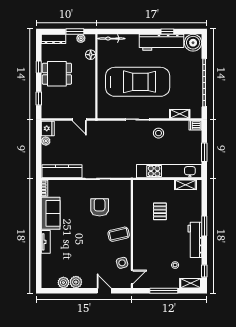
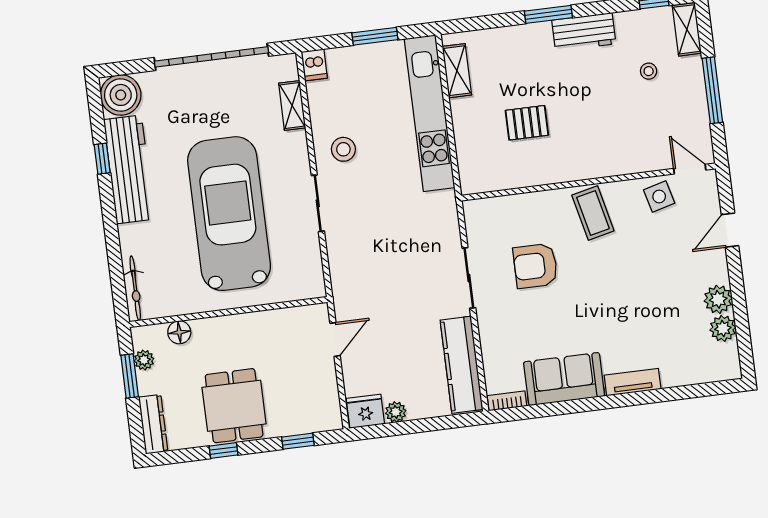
workbench: (195, 240) -> (584, 32), width x0.73

